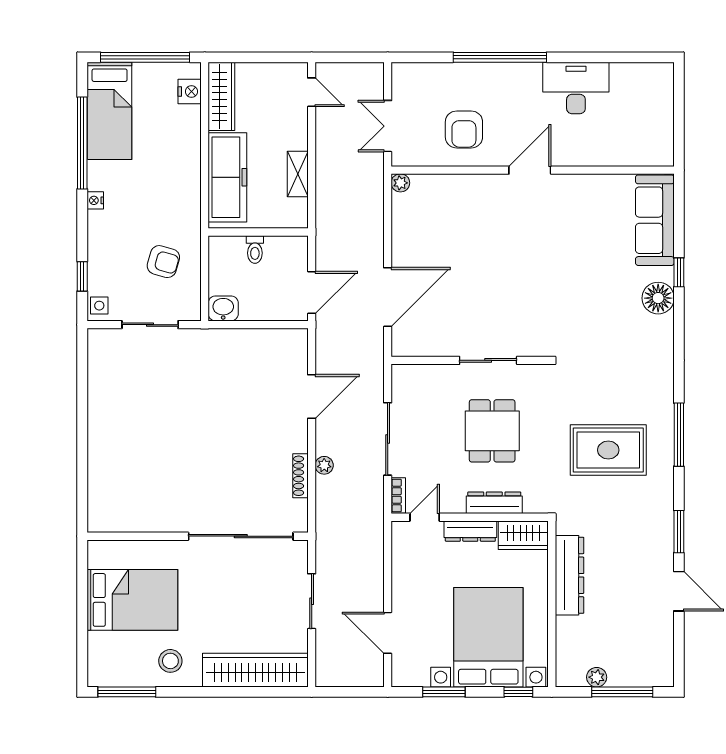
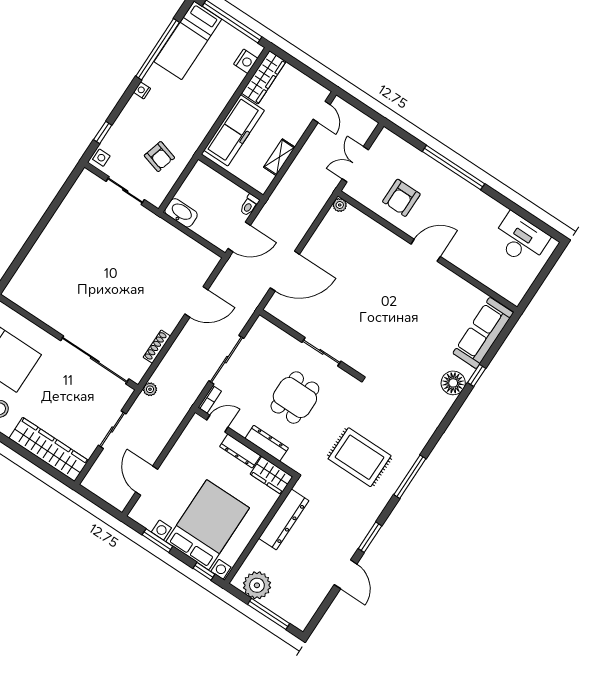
desk: (576, 88) -> (520, 239), moved
toilet: (255, 249) -> (249, 205), moved
washbasin: (223, 308) -> (181, 213), width x1.38
plant: (324, 465) -> (150, 389), moved
plant: (597, 677) -> (257, 585), width x1.87, depth x1.87

